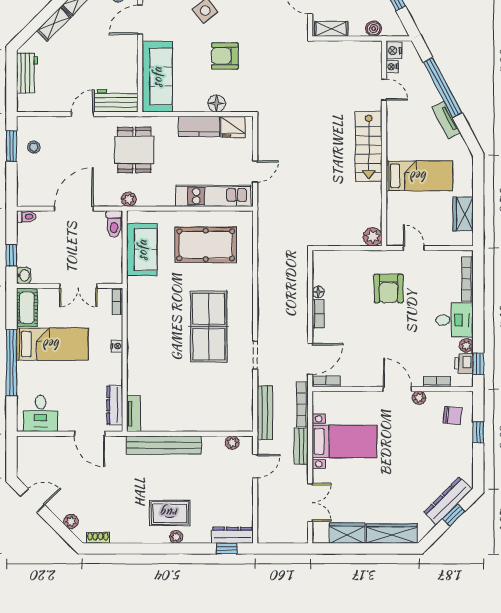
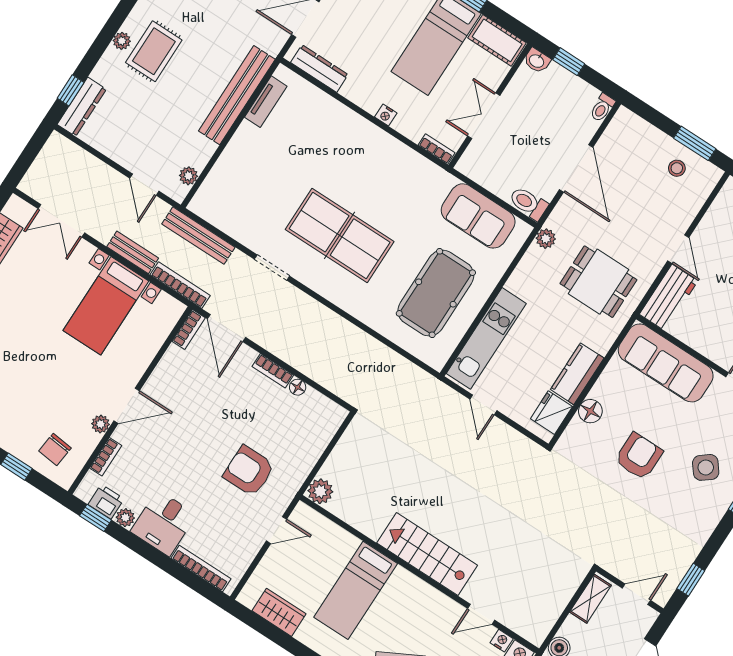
tv unit: (134, 414) -> (266, 102), moved, turned -90

